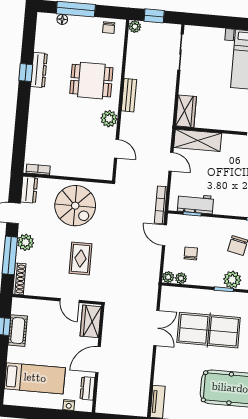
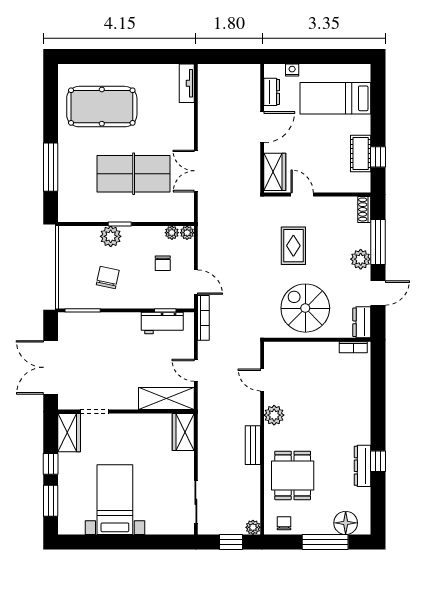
floor lamp: (62, 19) -> (346, 523), width x1.89, depth x1.89
dining table: (91, 81) -> (293, 475), moved, turned 90
shoe rack: (19, 279) -> (364, 209), width x0.70

